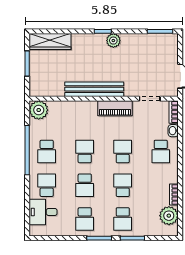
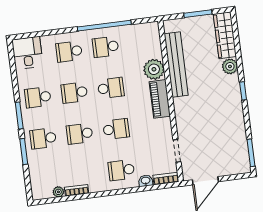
plant: (113, 41) -> (230, 66), moved
bench: (94, 89) -> (176, 65), moved
piano: (115, 108) -> (160, 99), moved
plant: (39, 110) -> (154, 69), moved
school desk: (47, 185) -> (69, 52), turned 180
school desk: (123, 185) -> (80, 134), turned 180
desk: (43, 212) -> (27, 53), moved
plant: (169, 216) -> (58, 192), width x0.53, depth x0.53

